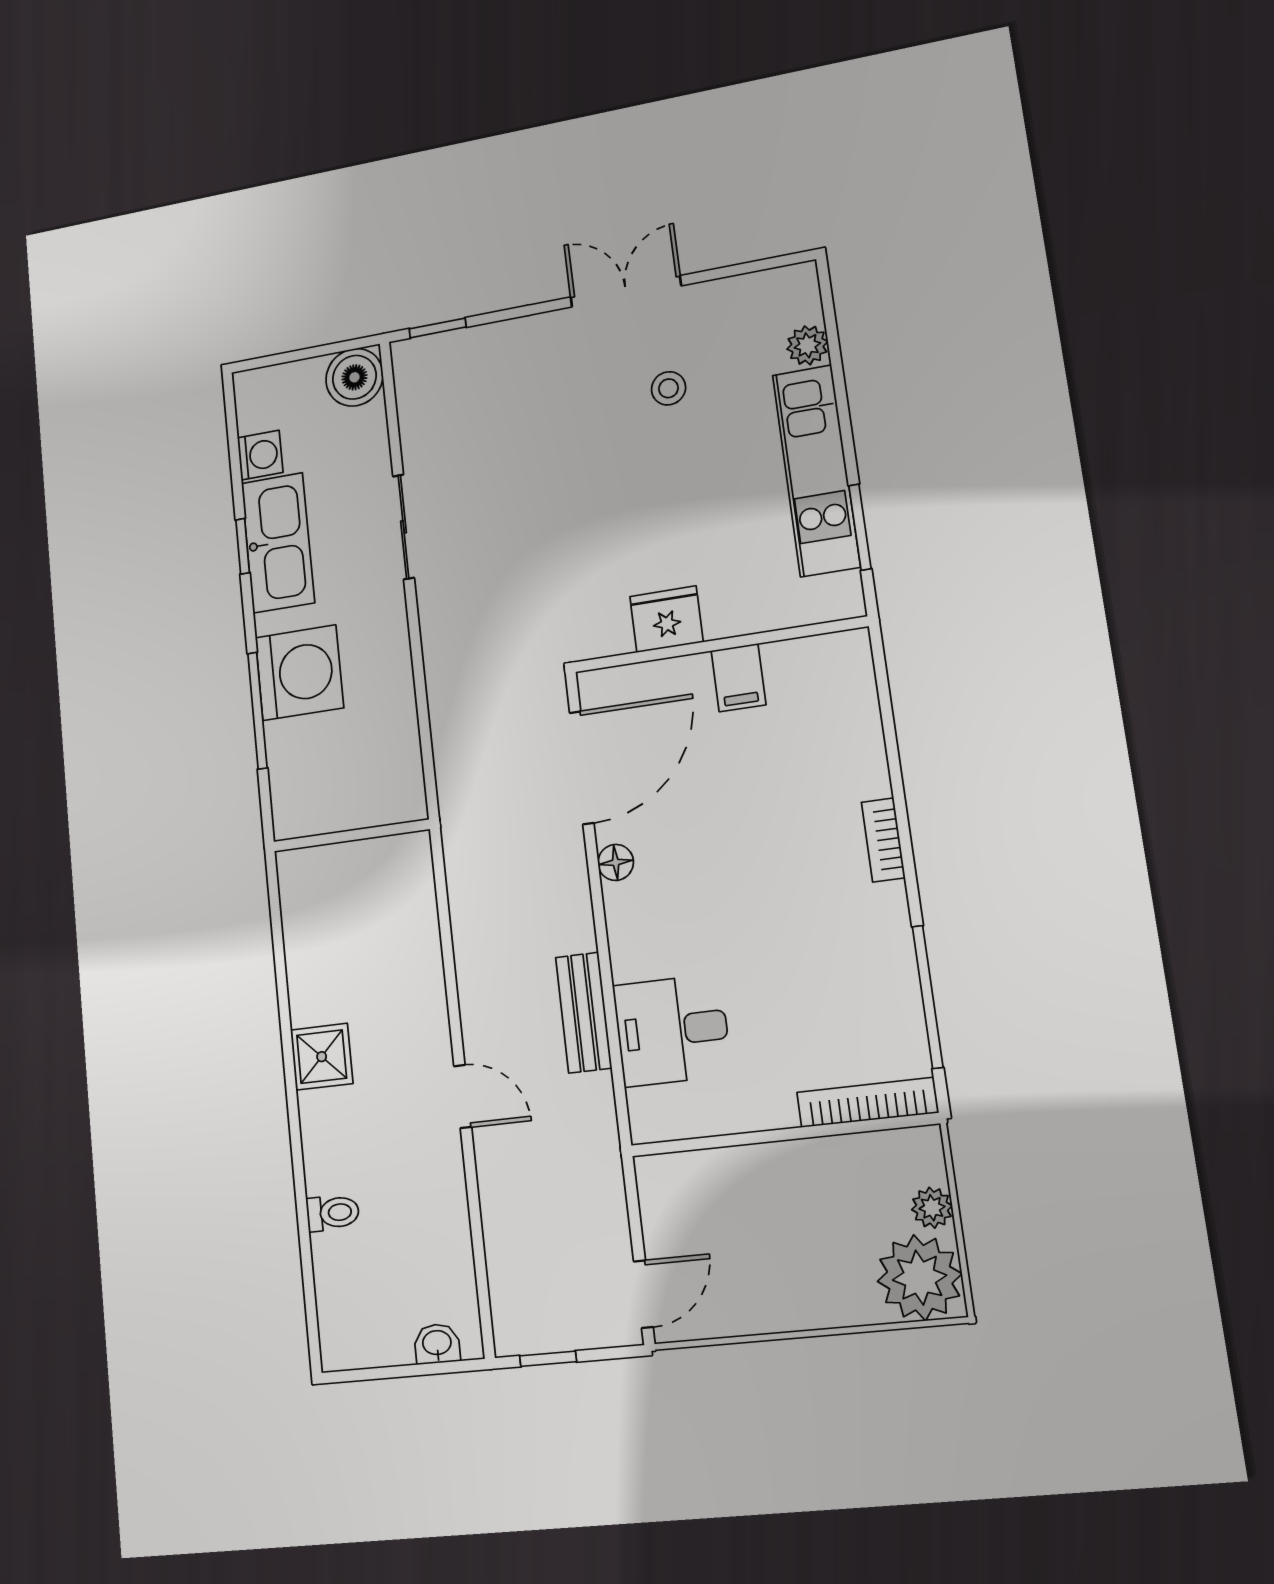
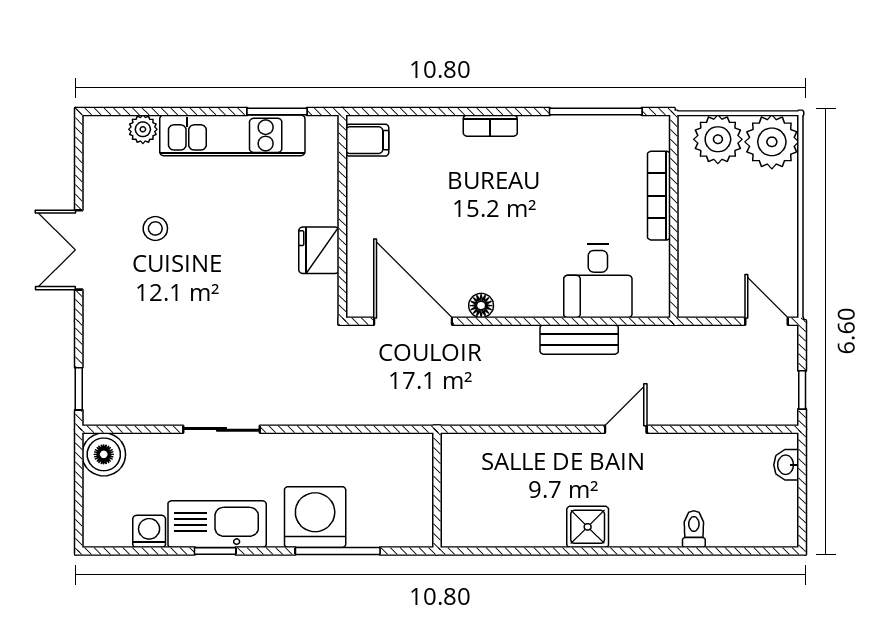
filing cabinet: (738, 678) -> (367, 140), moved
bookcase: (867, 1102) -> (659, 196), moved
plant: (932, 1208) -> (718, 139), width x1.88, depth x1.88

